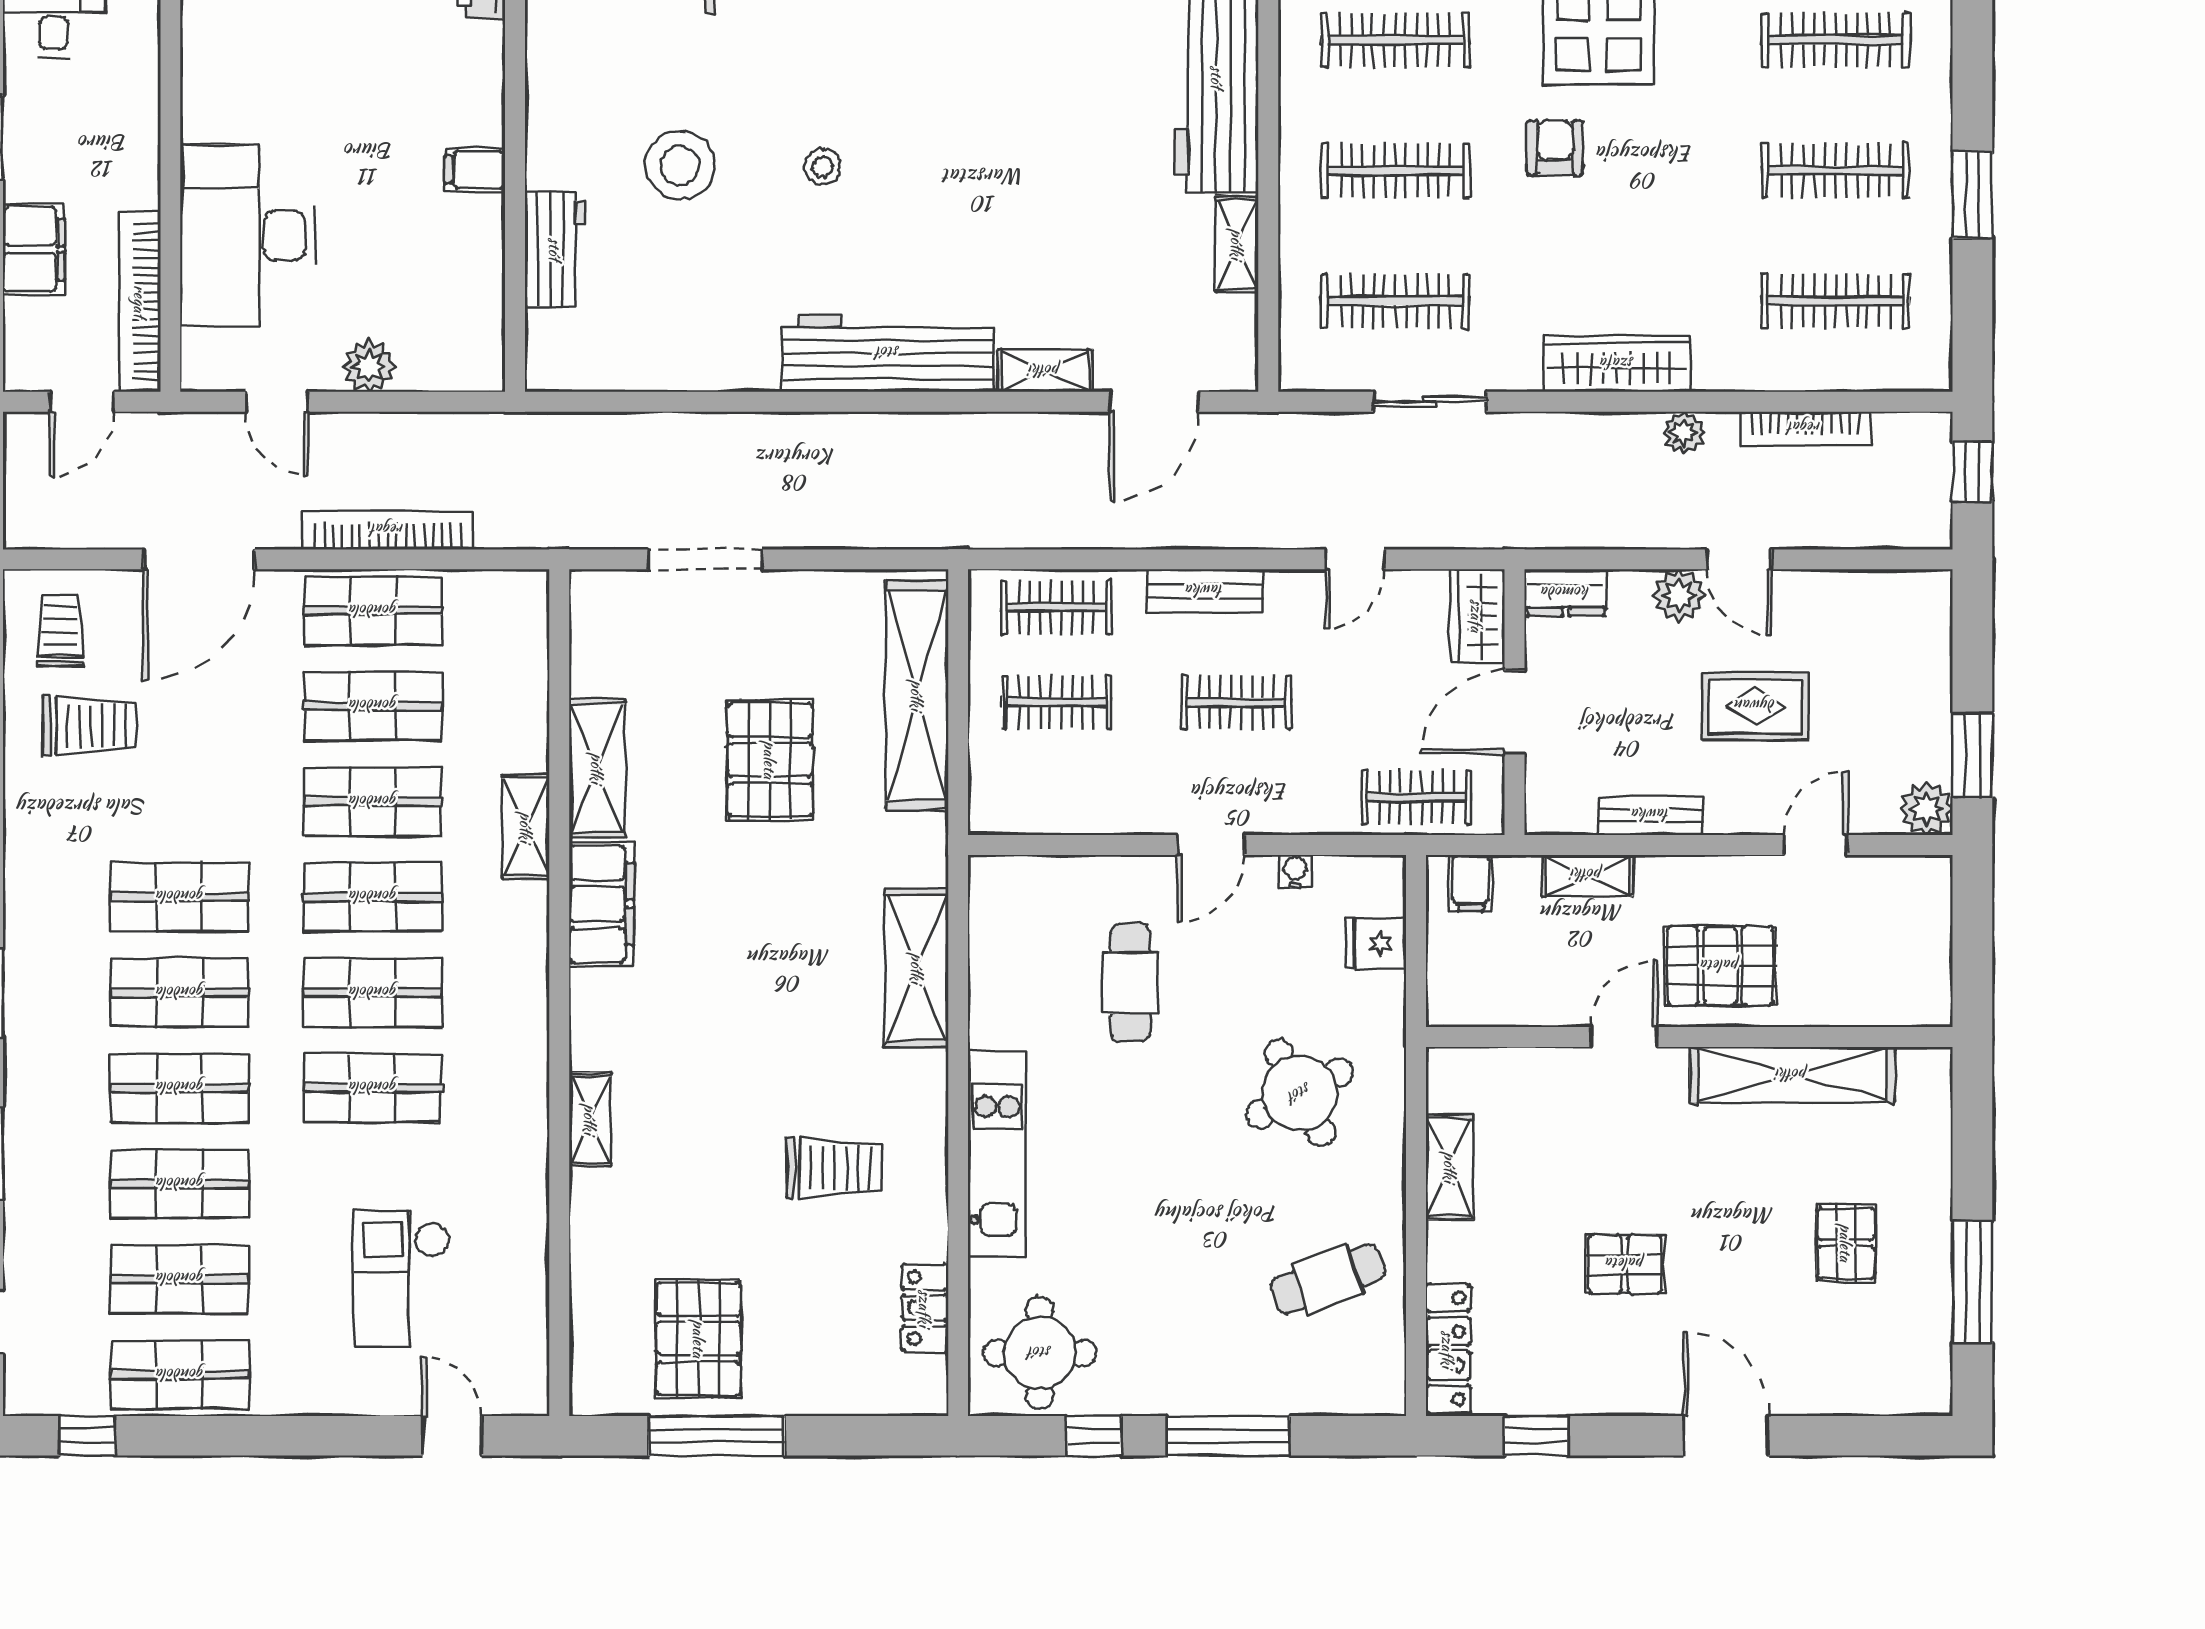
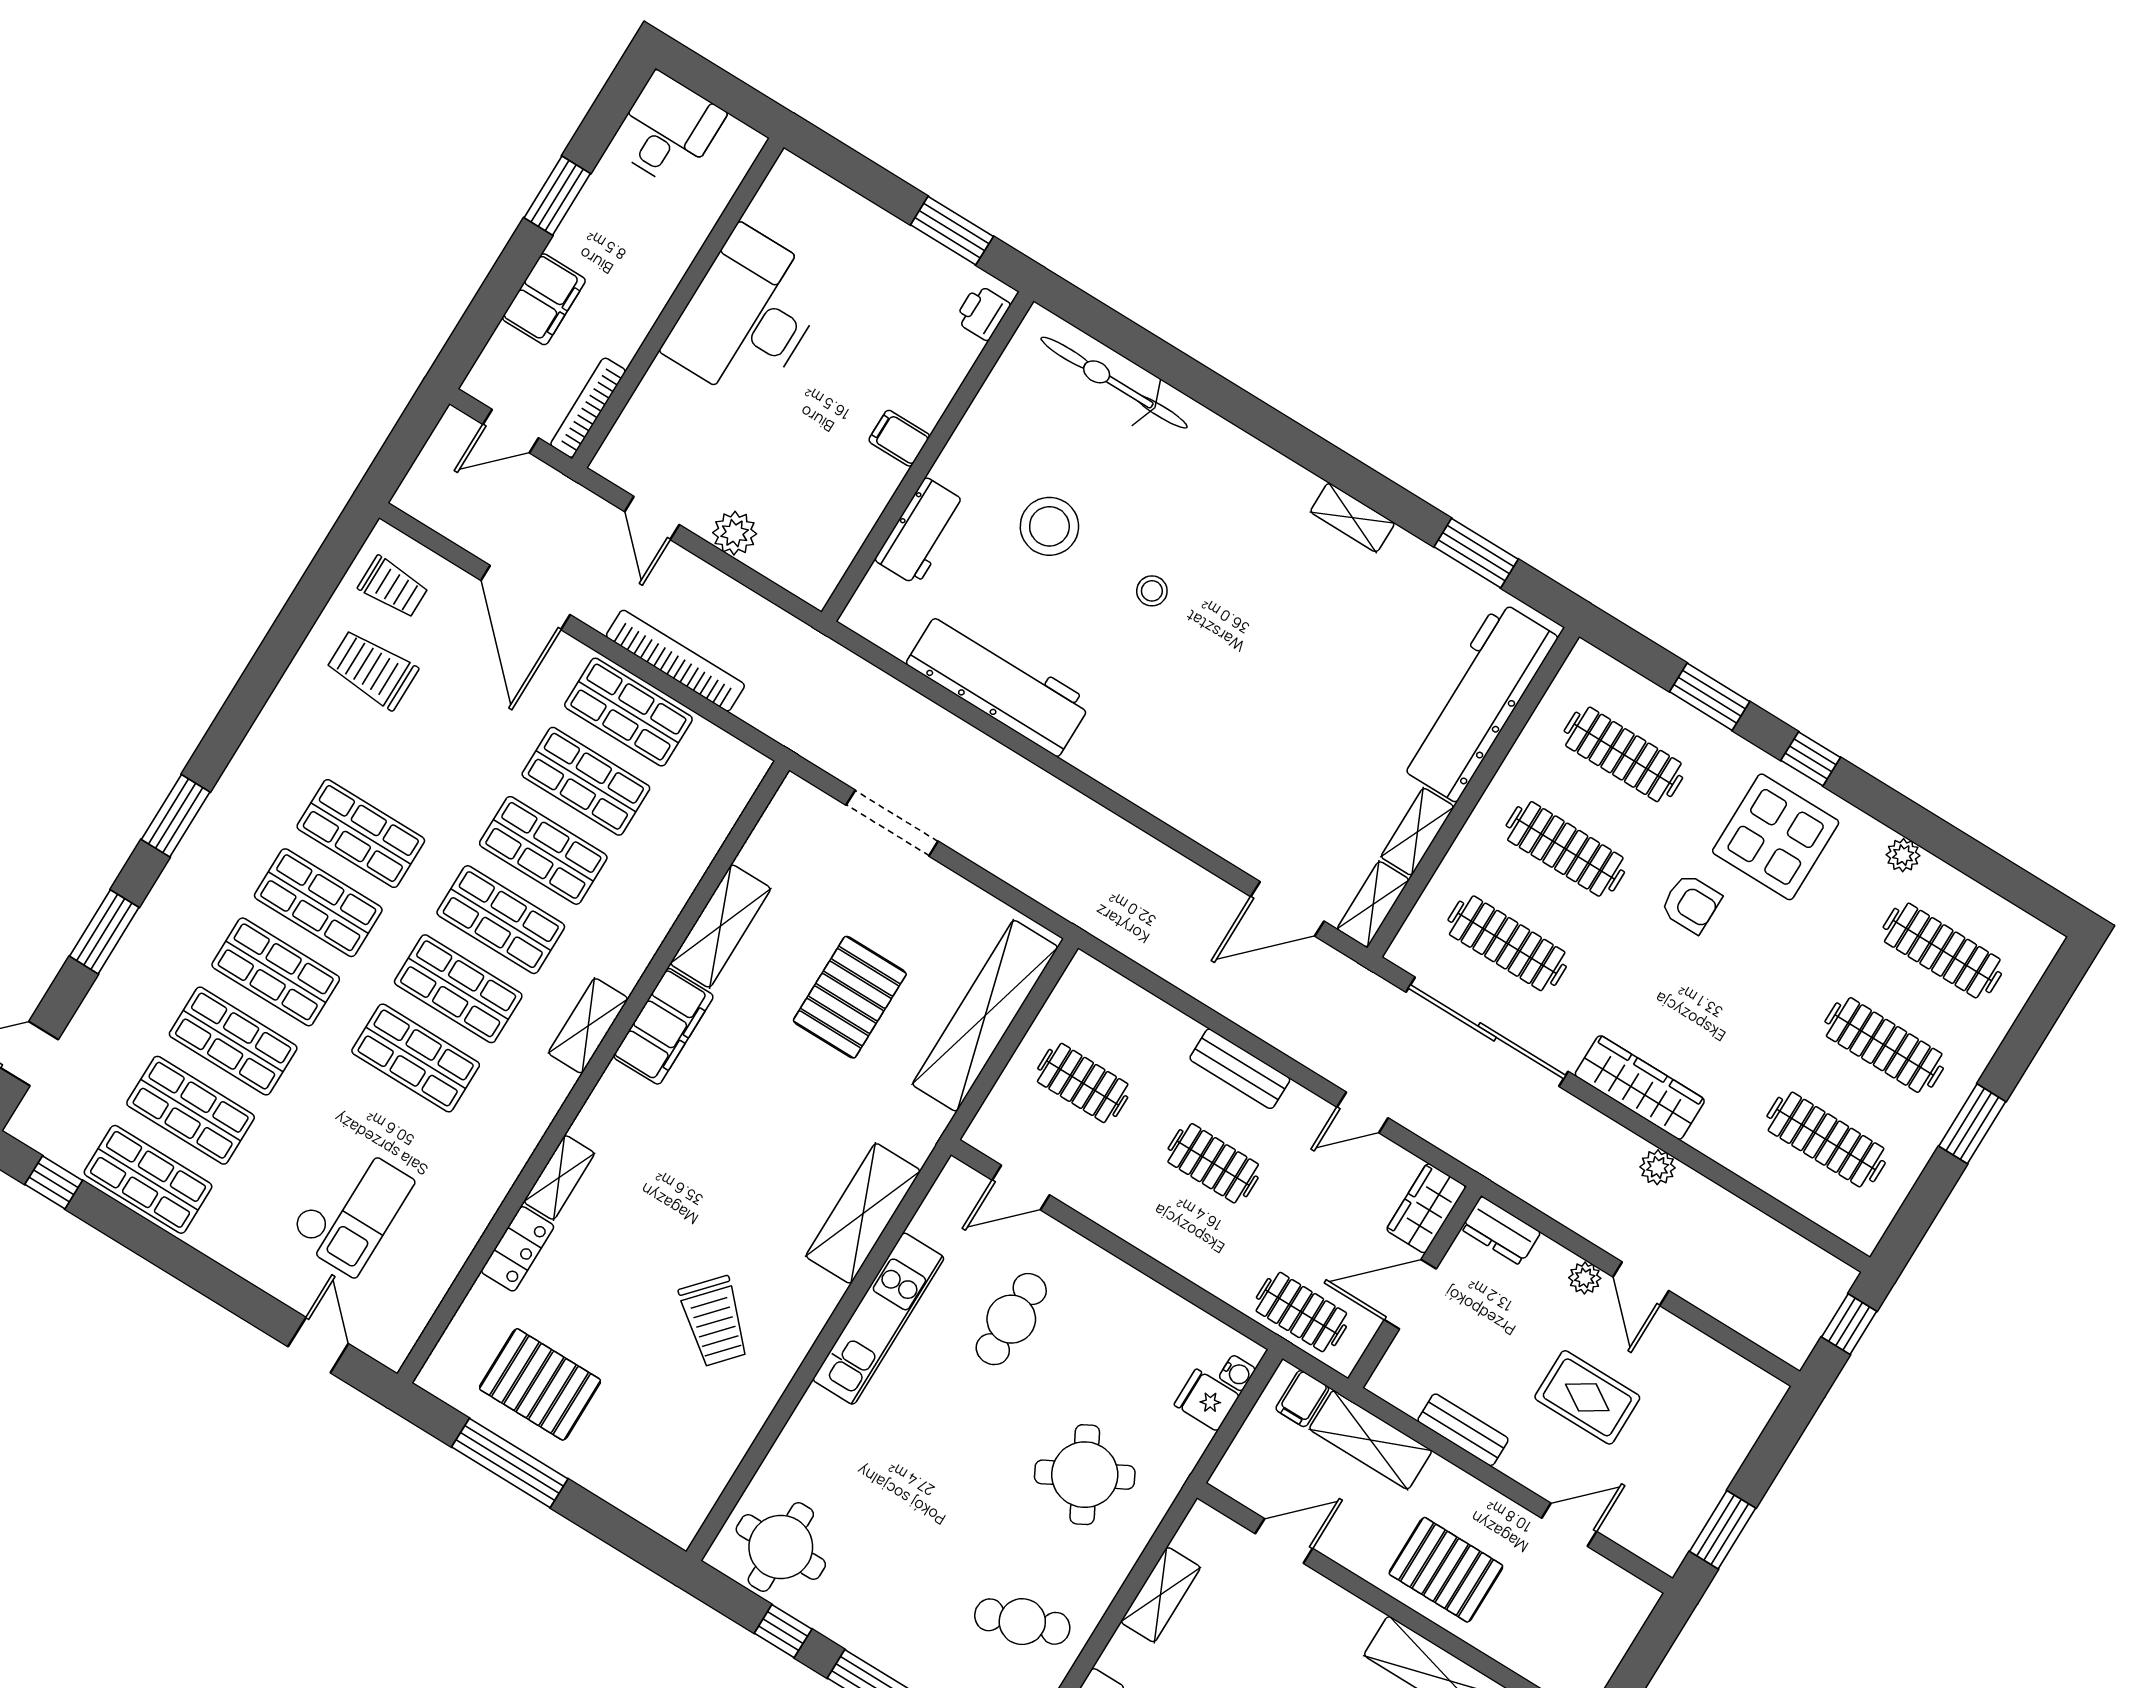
armchair: (1555, 148) -> (1691, 904), turned 90
desk: (248, 235) -> (748, 316), moved
bookcase: (140, 301) -> (588, 408), width x0.68, depth x0.76
workbench: (888, 353) -> (999, 683), moved
shelving: (1045, 371) -> (1373, 904), moved, turned 90
sliding door: (1430, 402) -> (1487, 1032), width x1.86
bookcase: (1805, 428) -> (1747, 1218), removed
door: (199, 559) -> (526, 598), hinge flipped
plant: (1679, 595) -> (1585, 1278), width x0.73, depth x0.73
clothes rail: (1056, 607) -> (1125, 1014), removed
trolley: (60, 631) -> (393, 587), turned 90
trolley: (90, 726) -> (372, 669), turned 180
plant: (1926, 809) -> (1665, 1548), removed
shelving: (526, 827) -> (588, 1026), moved
door: (1211, 845) -> (1021, 1187), moved
water cooler: (1295, 871) -> (1237, 1373), moved, turned 90
shelving: (1587, 875) -> (1371, 1440), width x1.50, depth x1.33
door: (1624, 1037) -> (1284, 1541), moved
kitchen unit: (997, 1154) -> (878, 1319), moved
trolley: (834, 1168) -> (714, 1321), turned 42
checkout: (401, 1279) -> (351, 1209), turned 180
locker: (925, 1308) -> (518, 1249), moved, turned 180
pallet: (699, 1339) -> (540, 1384), turned 90

